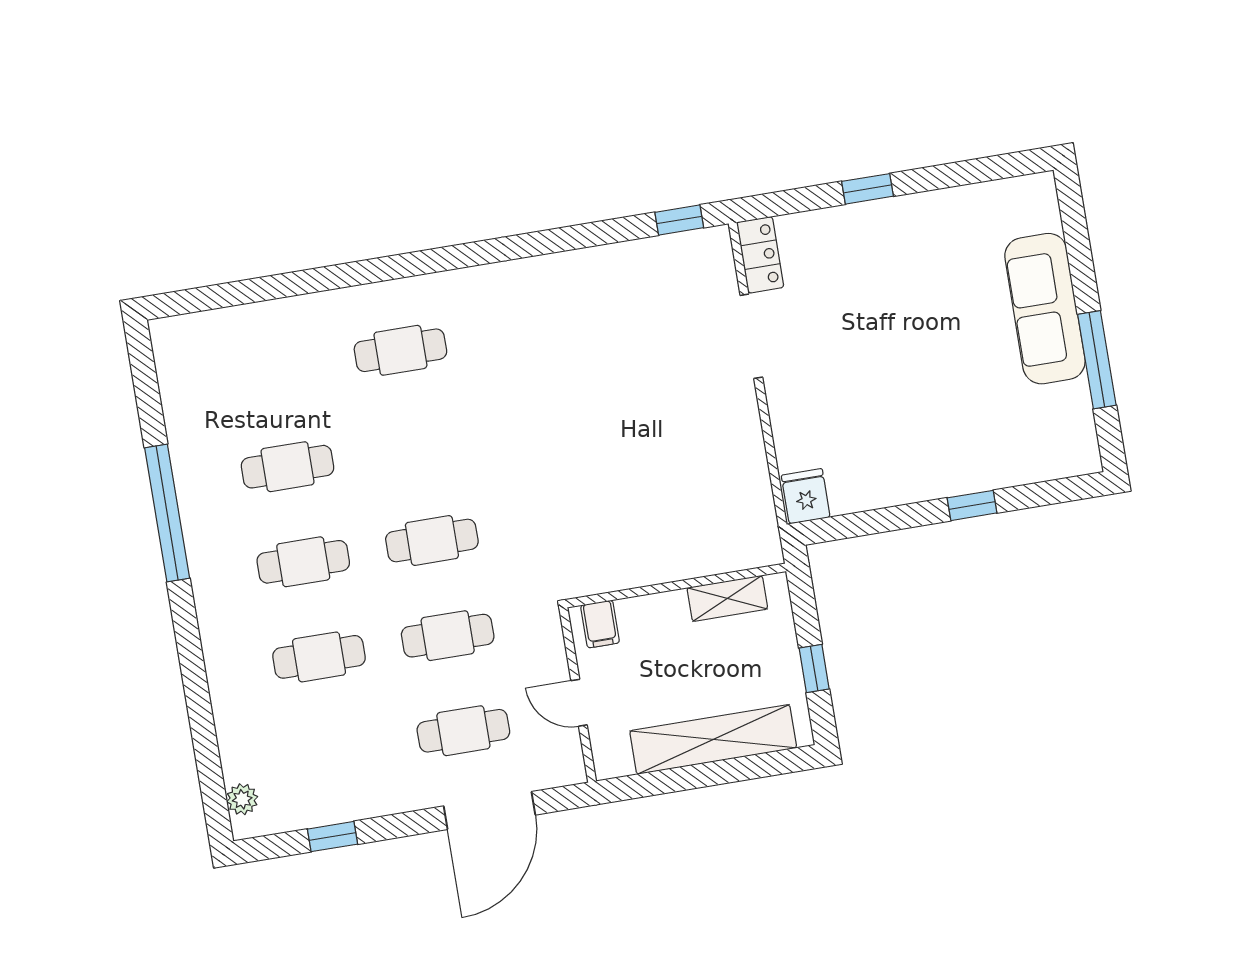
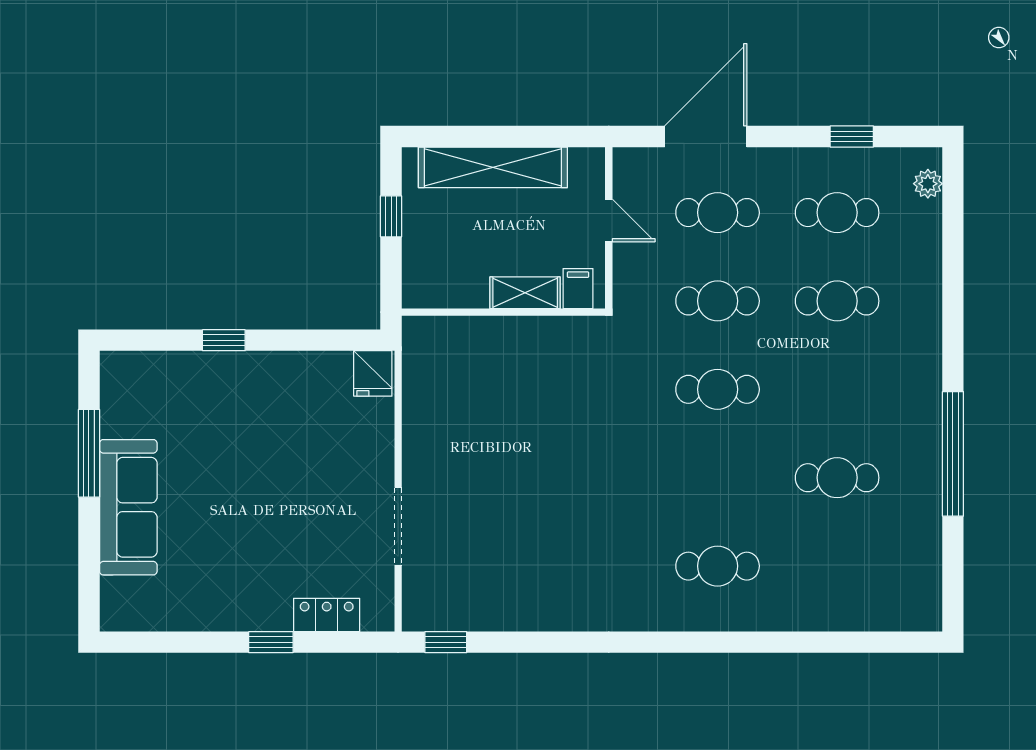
locker: (760, 255) -> (327, 615), moved, turned 90
cafe table: (303, 562) -> (837, 213), moved
shelving: (727, 598) -> (525, 293), moved

